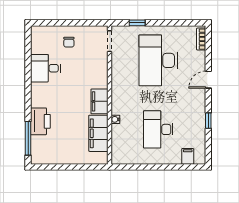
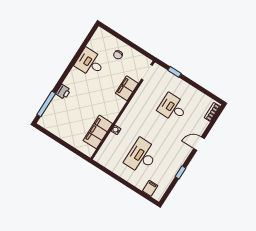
desk: (158, 60) -> (173, 108), width x0.53, depth x0.77
filing cabinet: (99, 101) -> (127, 88), moved
printer: (40, 121) -> (63, 92), width x0.53, depth x0.68

